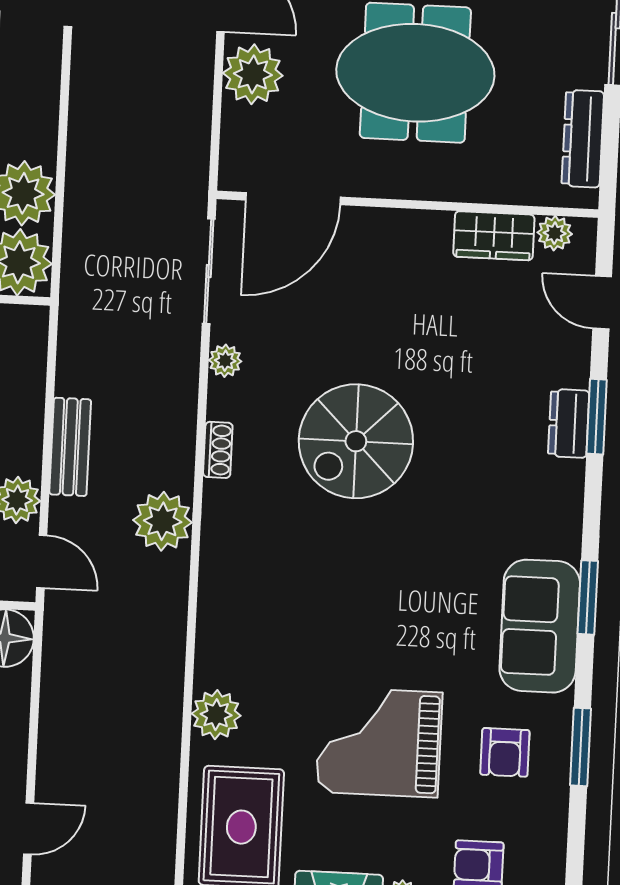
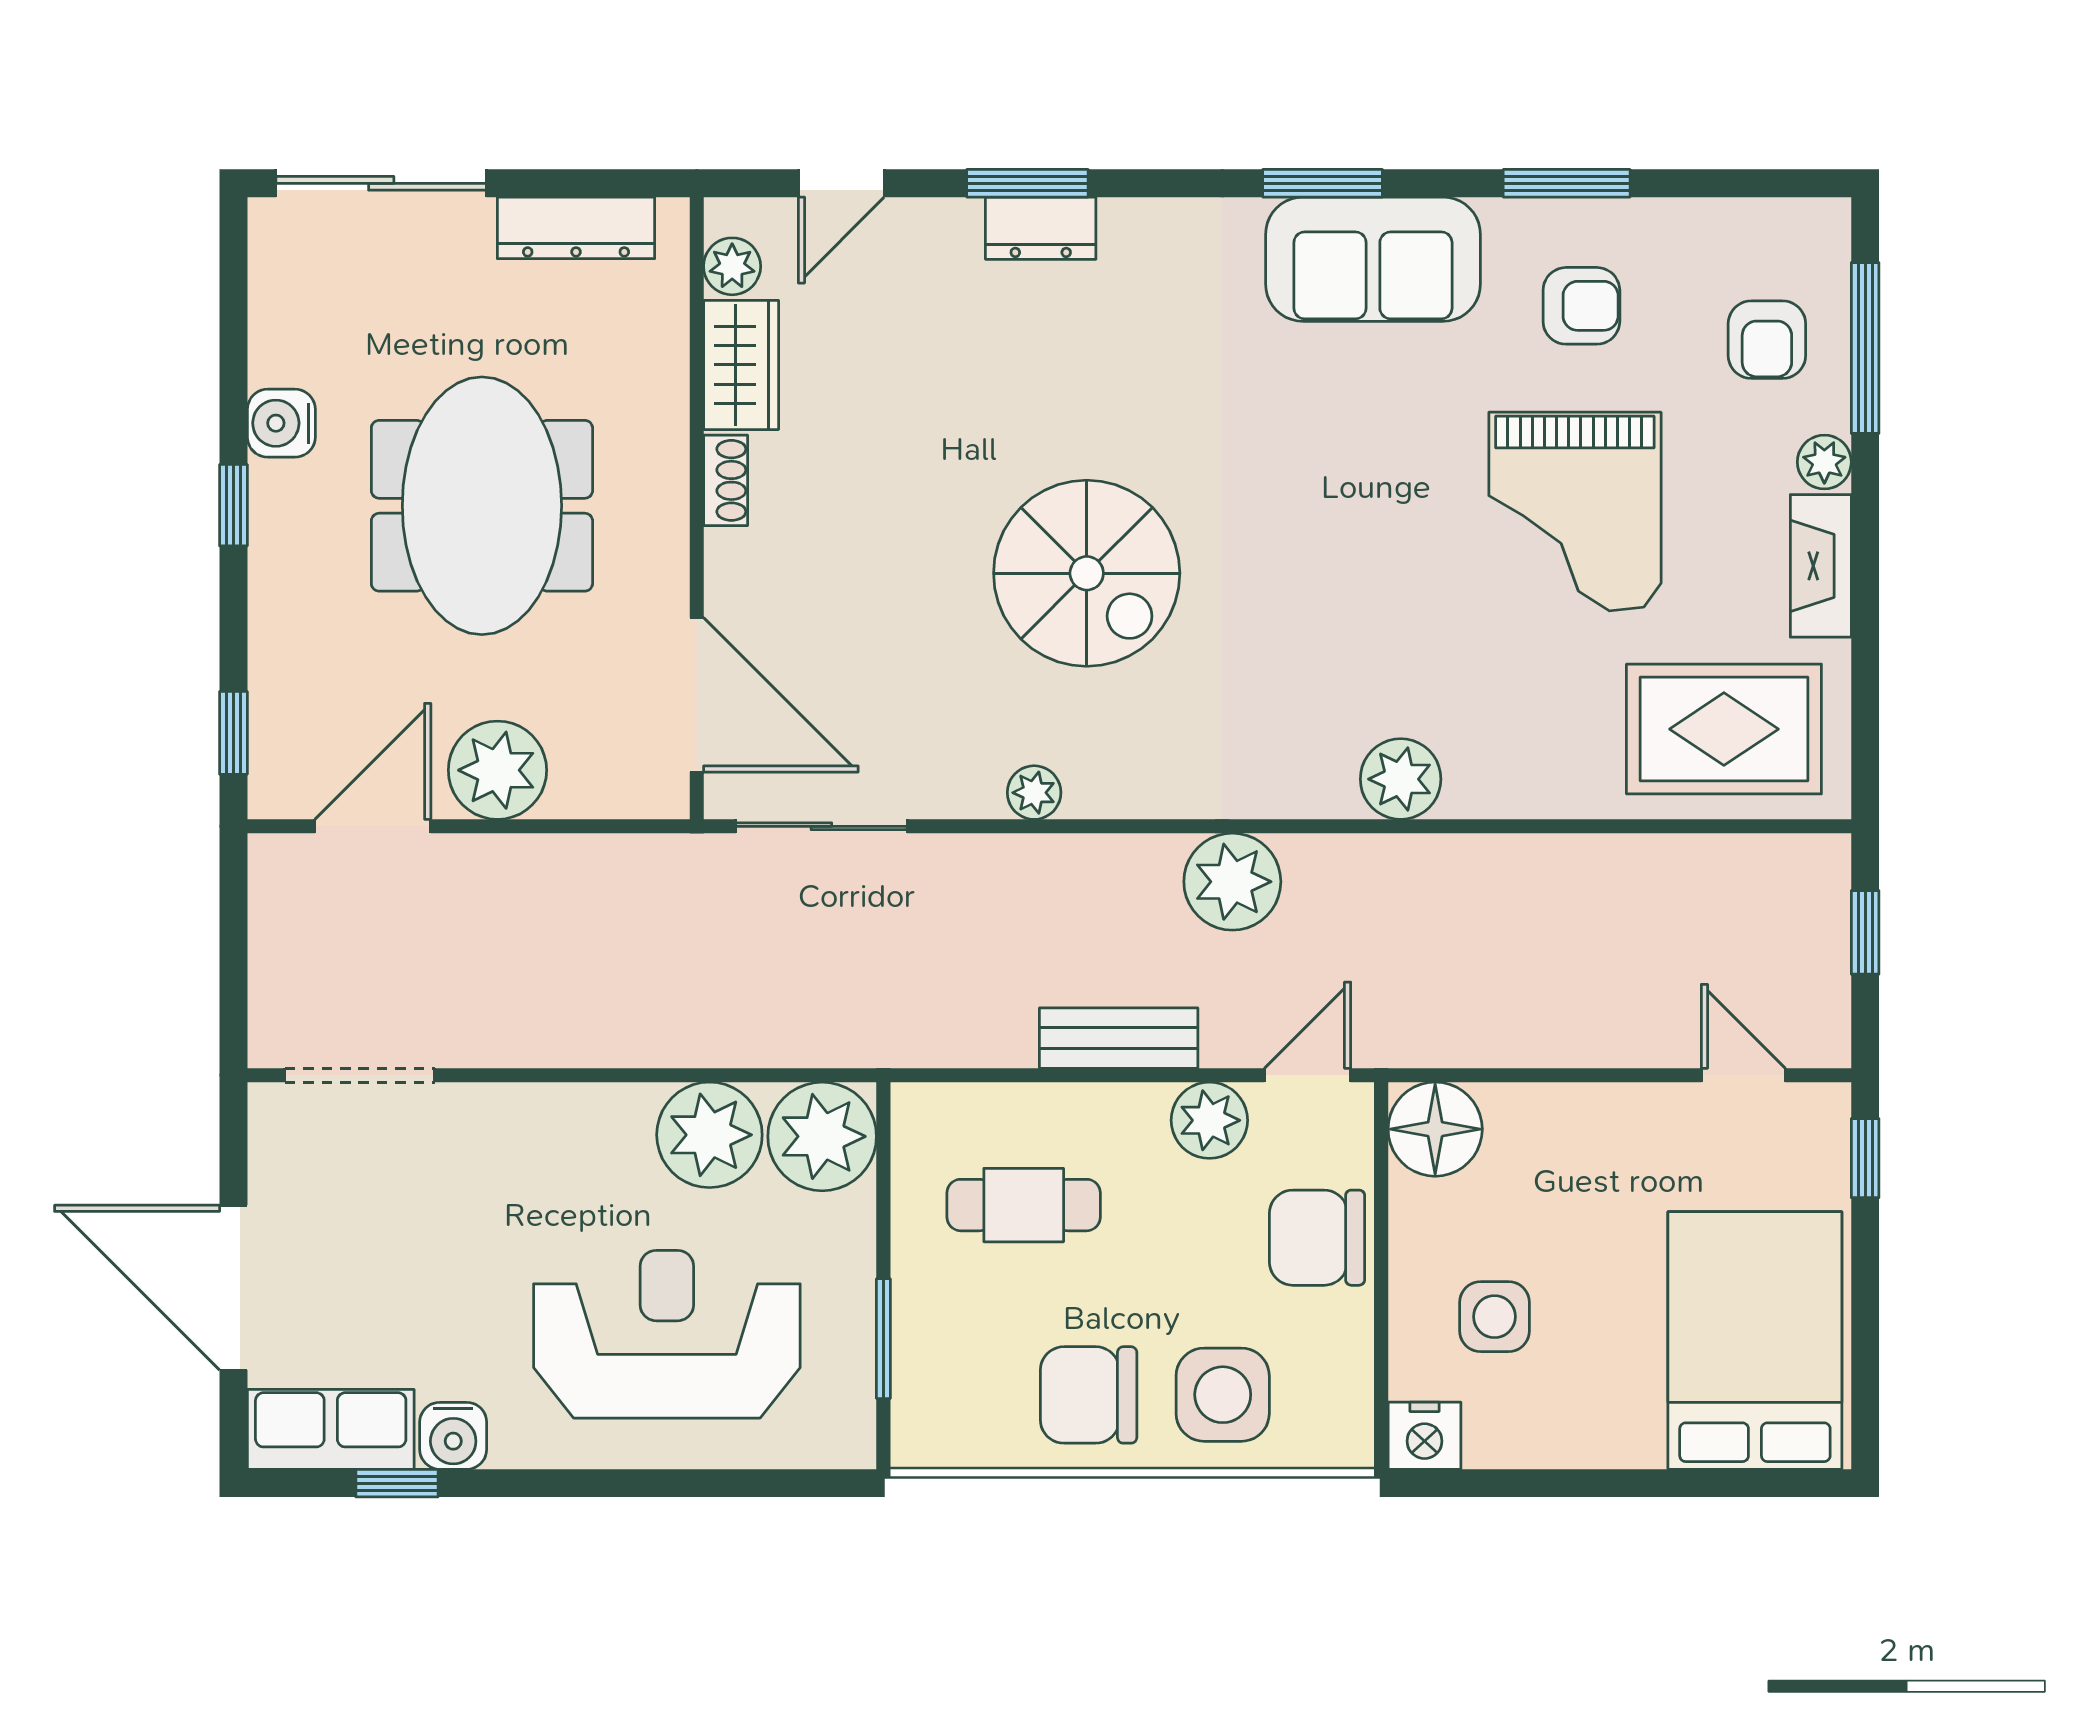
plant: (225, 361) -> (1034, 793), moved
shoe rack: (218, 450) -> (726, 480), moved, turned 90
plant: (216, 715) -> (1401, 779), moved

